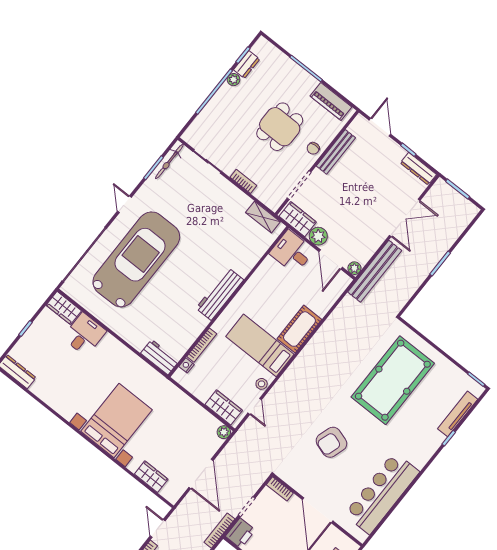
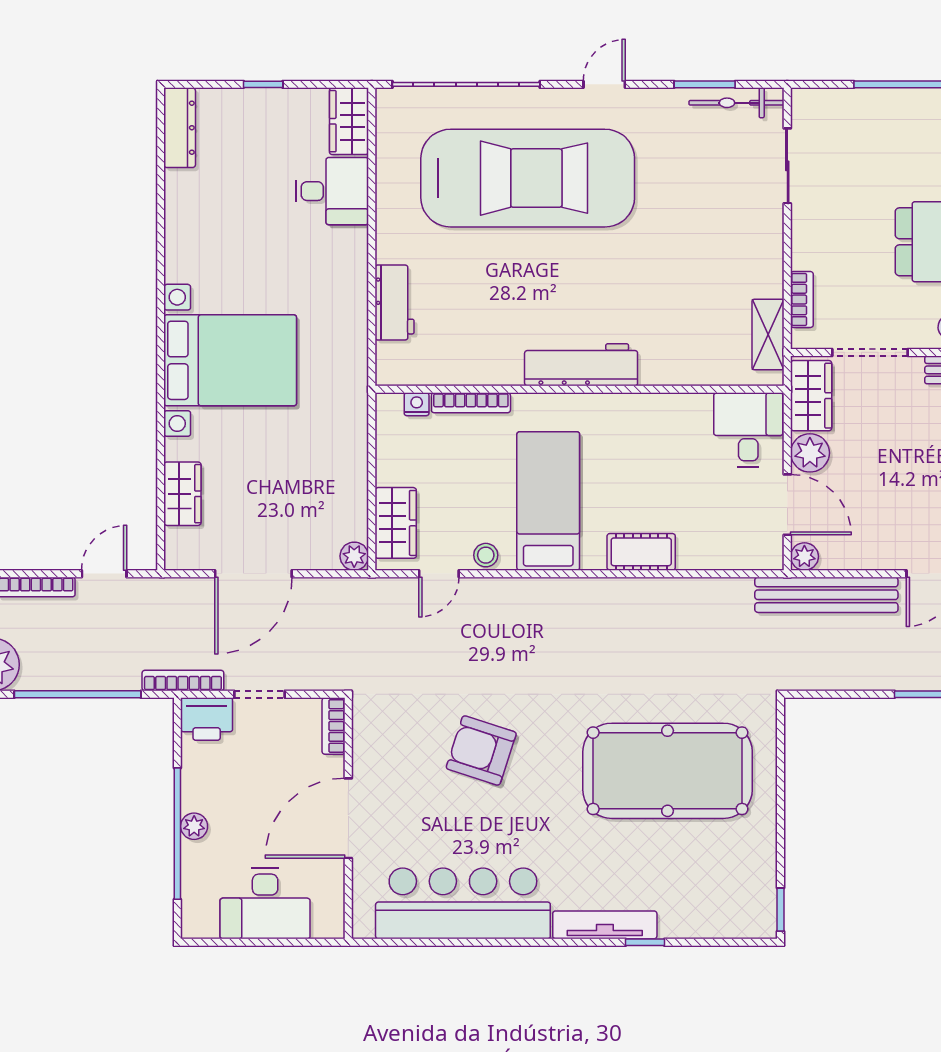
bookcase: (243, 181) -> (802, 300), moved
door: (331, 259) -> (787, 505), swing flipped
cot: (299, 329) -> (641, 552), width x0.73, depth x0.75
workbench: (160, 357) -> (395, 302), moved
tv unit: (458, 414) -> (605, 925), moved

